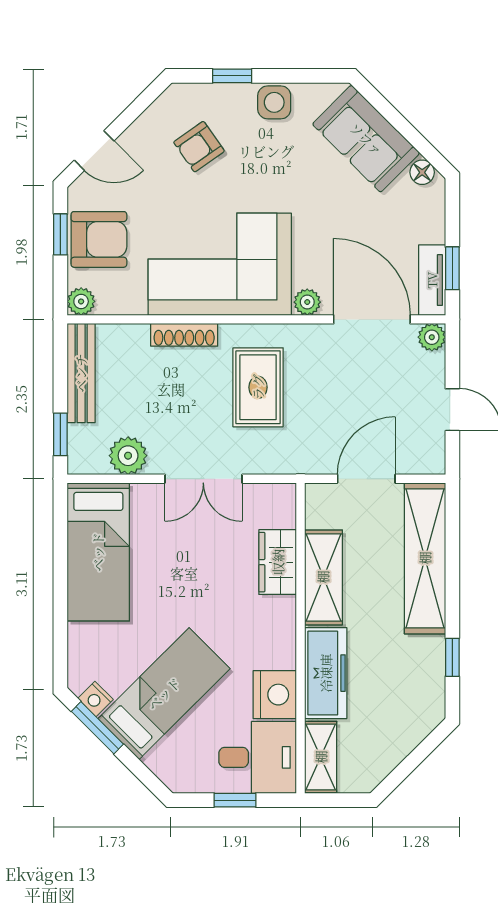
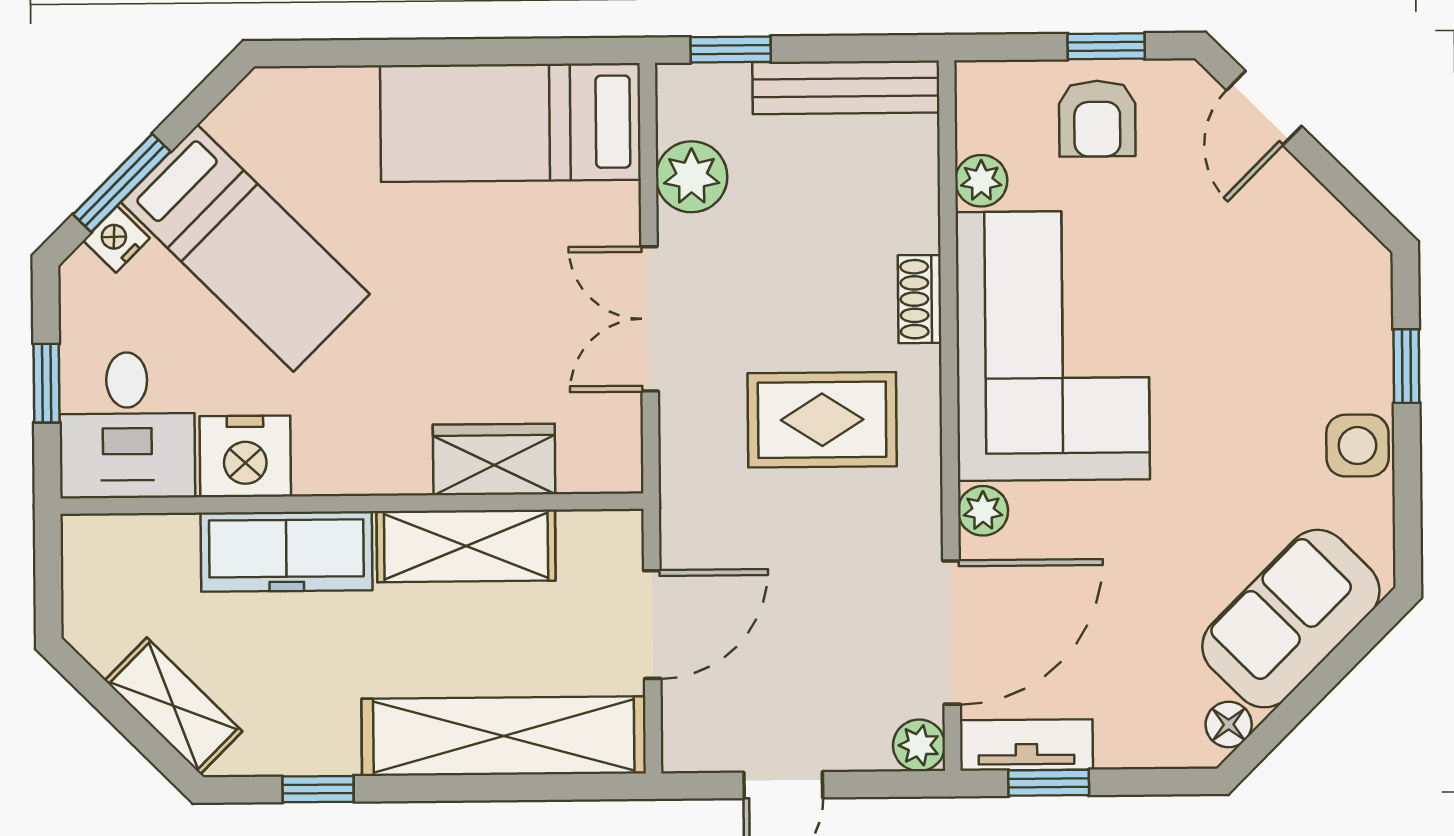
armchair: (199, 147) -> (1273, 305), removed
armchair: (99, 239) -> (1097, 119), width x0.72, depth x0.72
plant: (81, 301) -> (981, 181), moved
shoe rack: (184, 335) -> (920, 299), width x0.70
door: (366, 479) -> (652, 624), hinge flipped
nightstand: (95, 699) -> (116, 239), moved
window: (97, 728) -> (122, 183), moved
shelving: (321, 757) -> (173, 706), moved, turned 45

